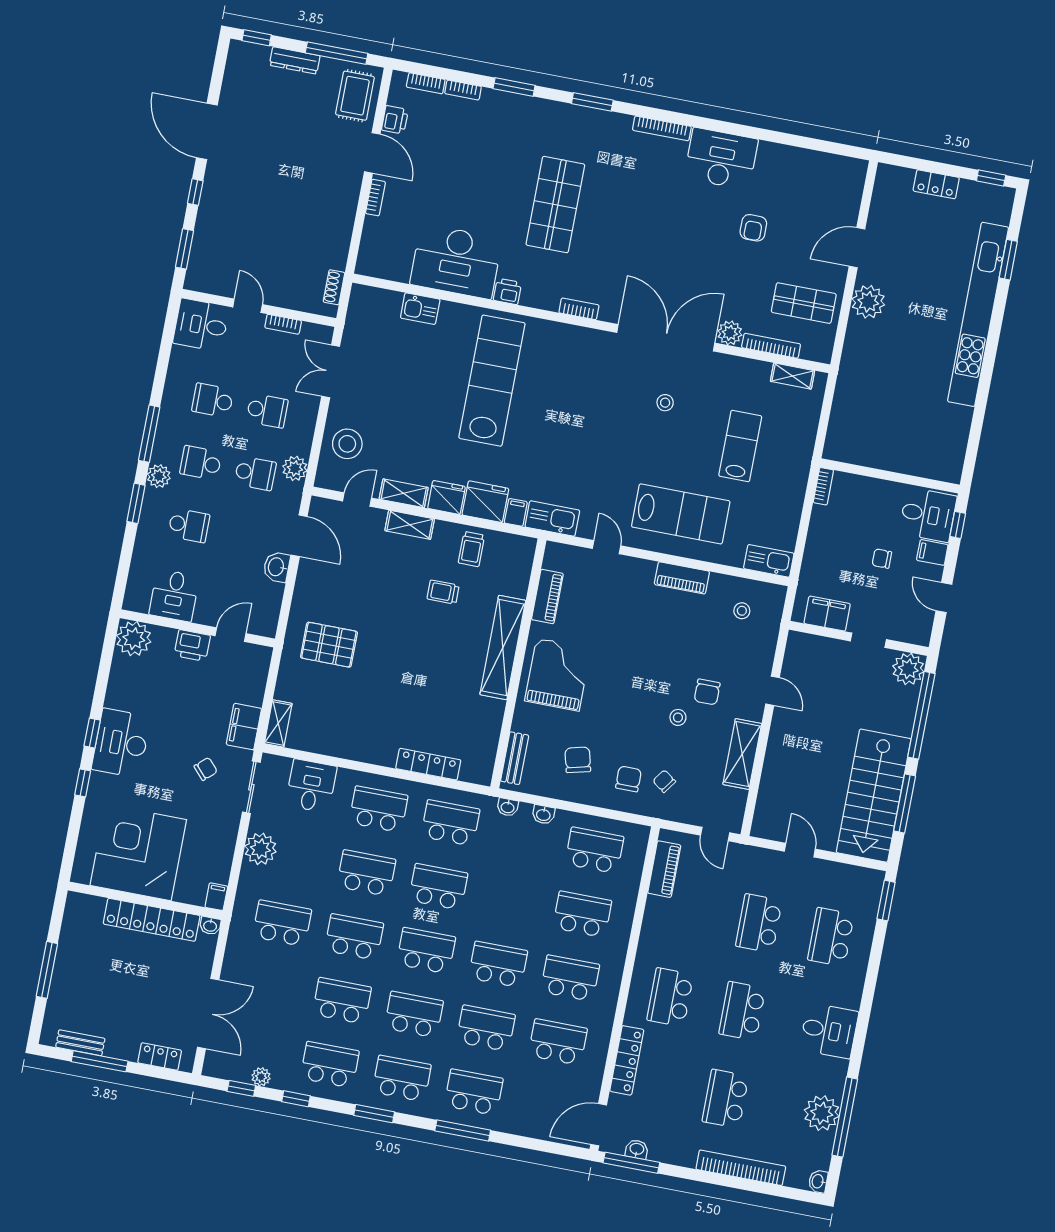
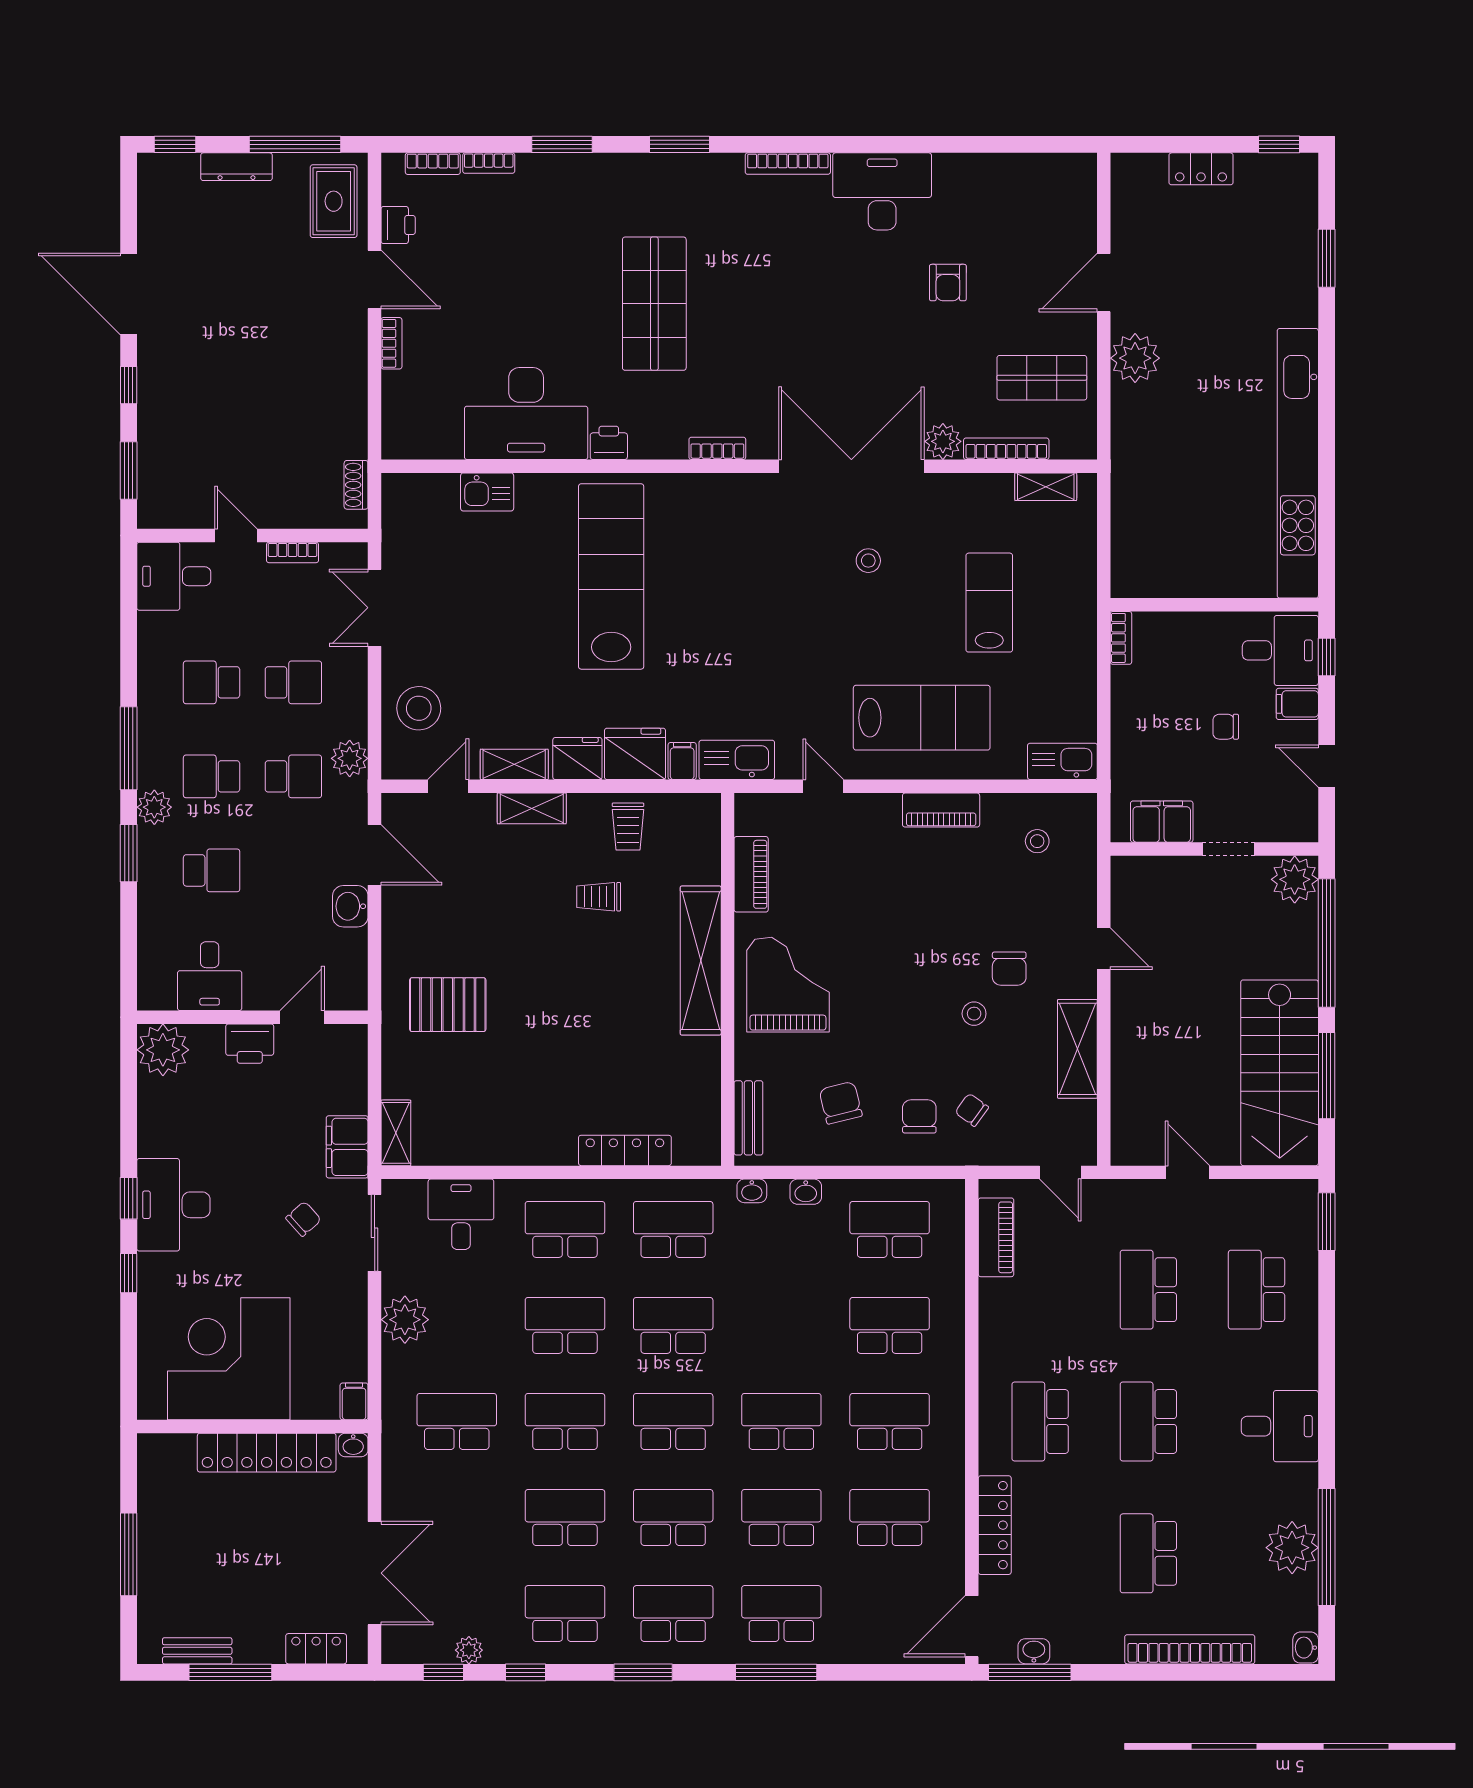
kitchen unit: (978, 314) -> (1298, 463), moved

